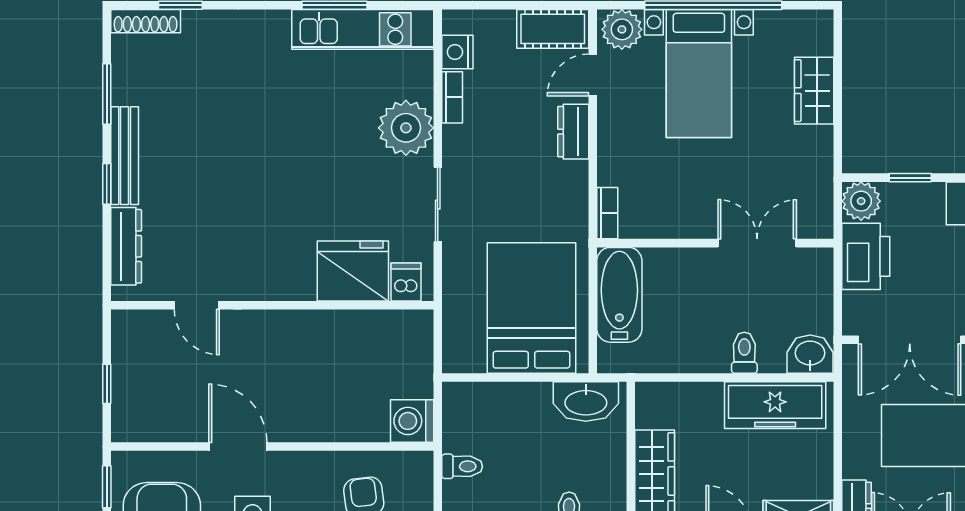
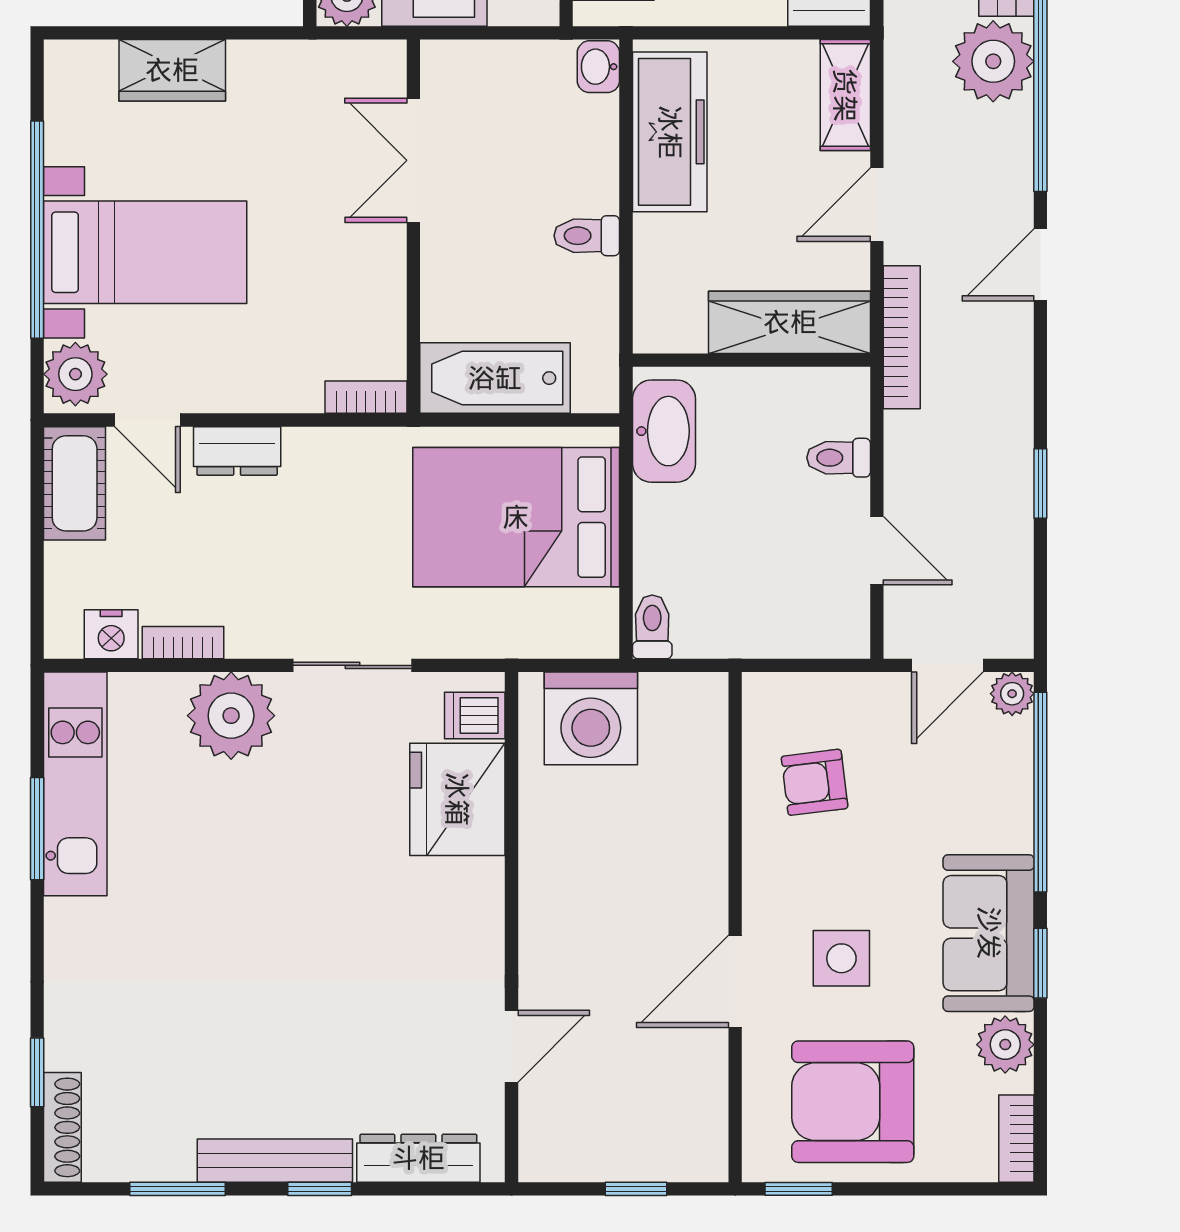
toilet: (744, 353) -> (587, 236), moved
washbasin: (810, 354) -> (598, 67), width x0.72, depth x0.69
washing machine: (412, 421) -> (591, 718), moved, width x1.37, depth x1.37
toilet: (462, 466) -> (652, 627), moved

